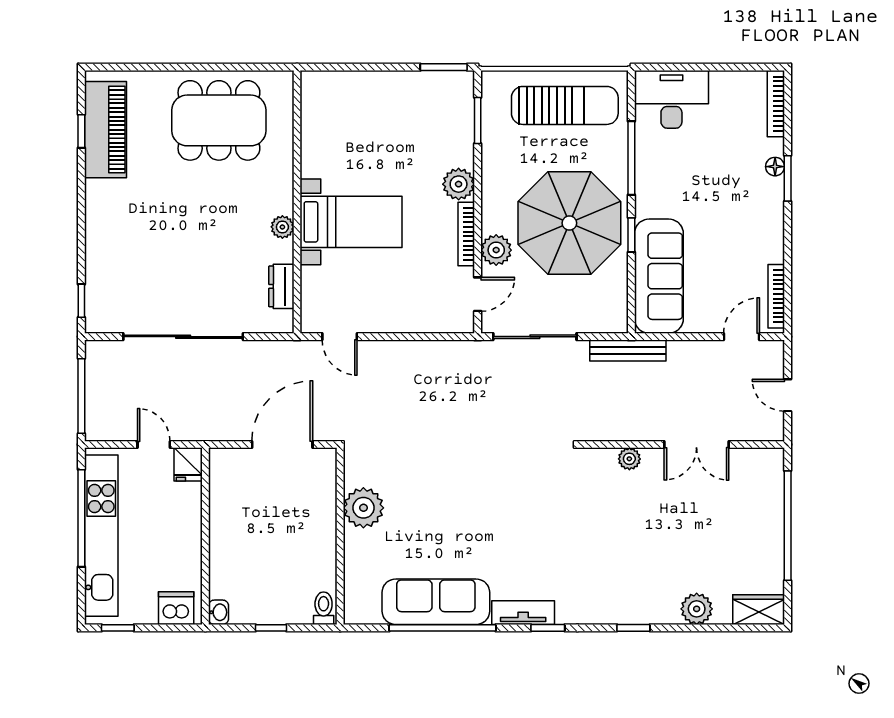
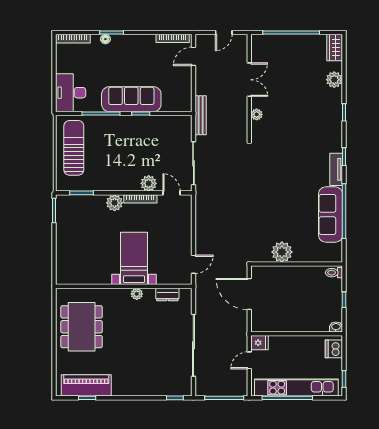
parasol: (569, 223) -> (135, 145), removed
sofa: (659, 276) -> (131, 99), moved
door: (742, 337) -> (193, 56), hinge flipped

